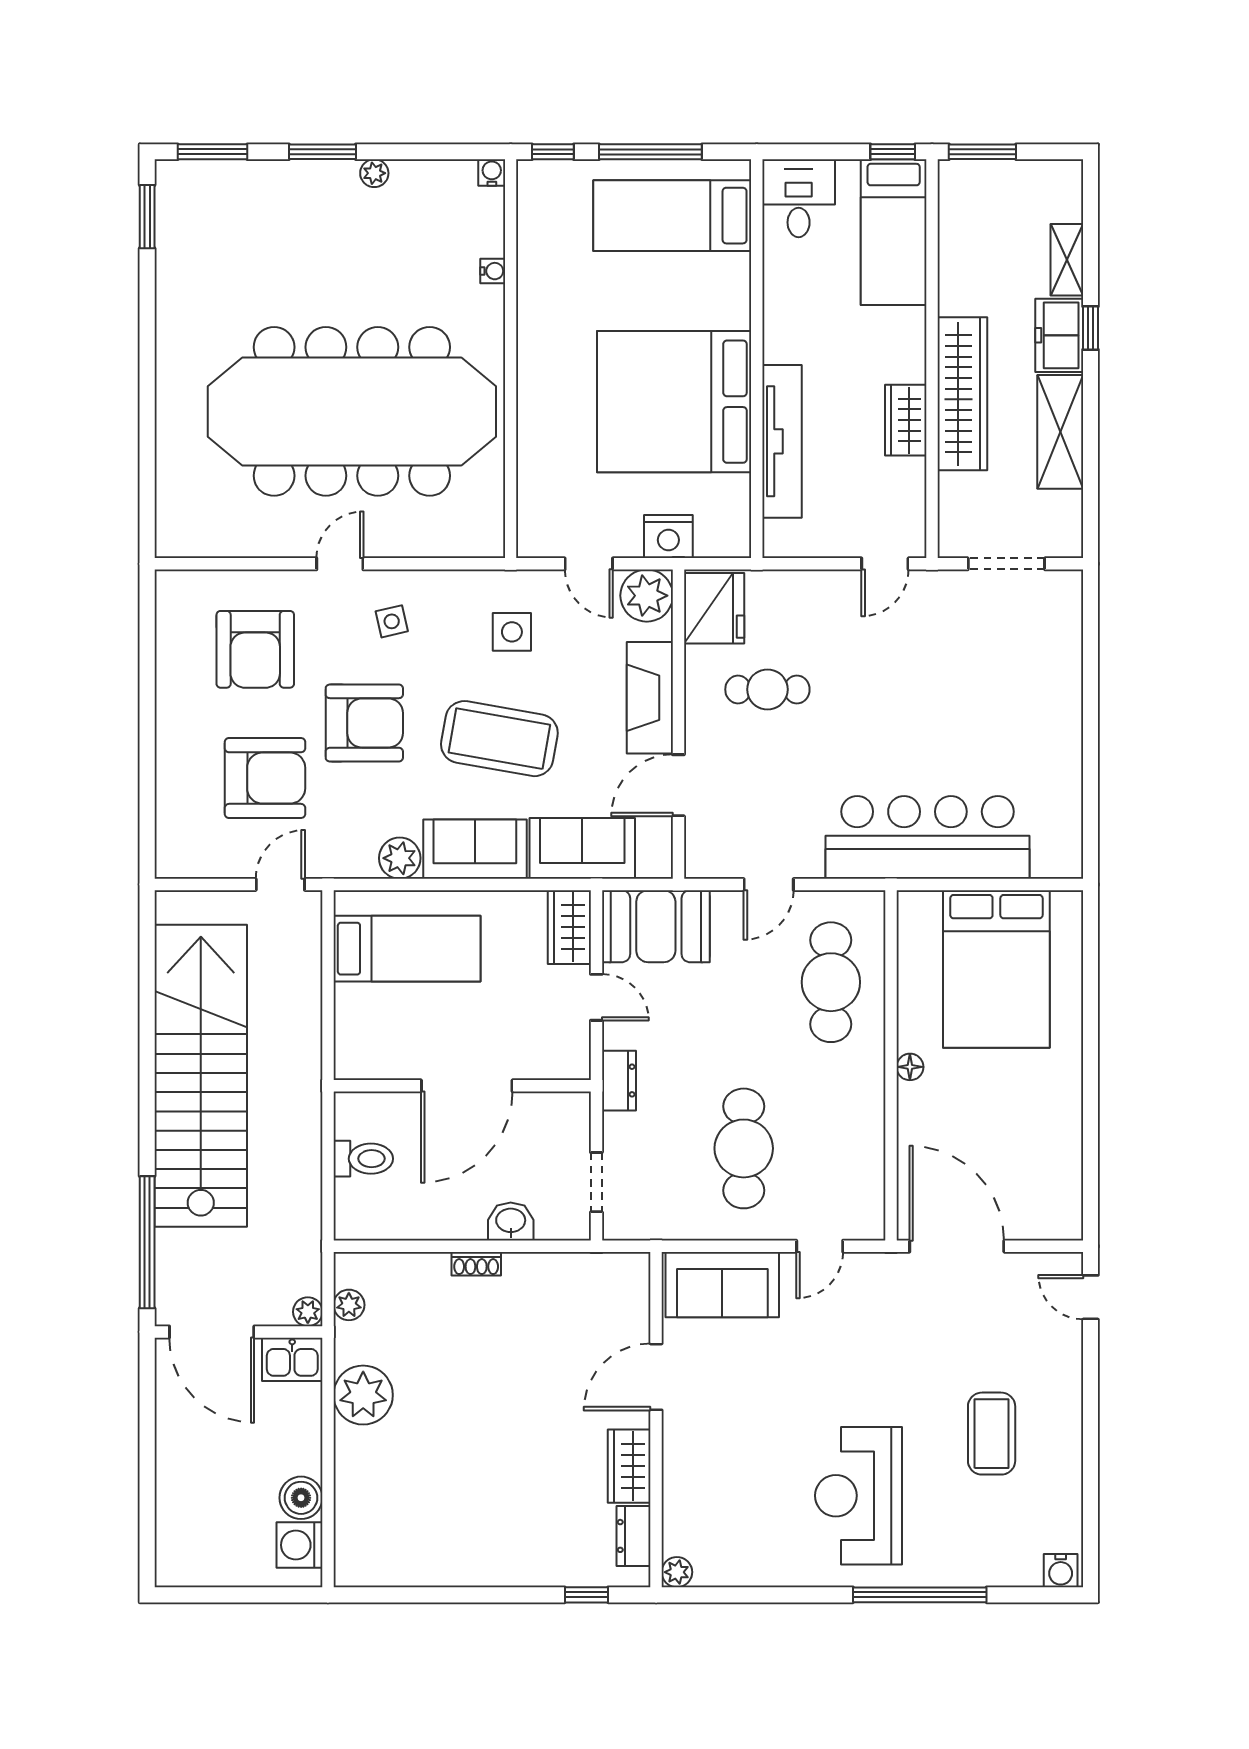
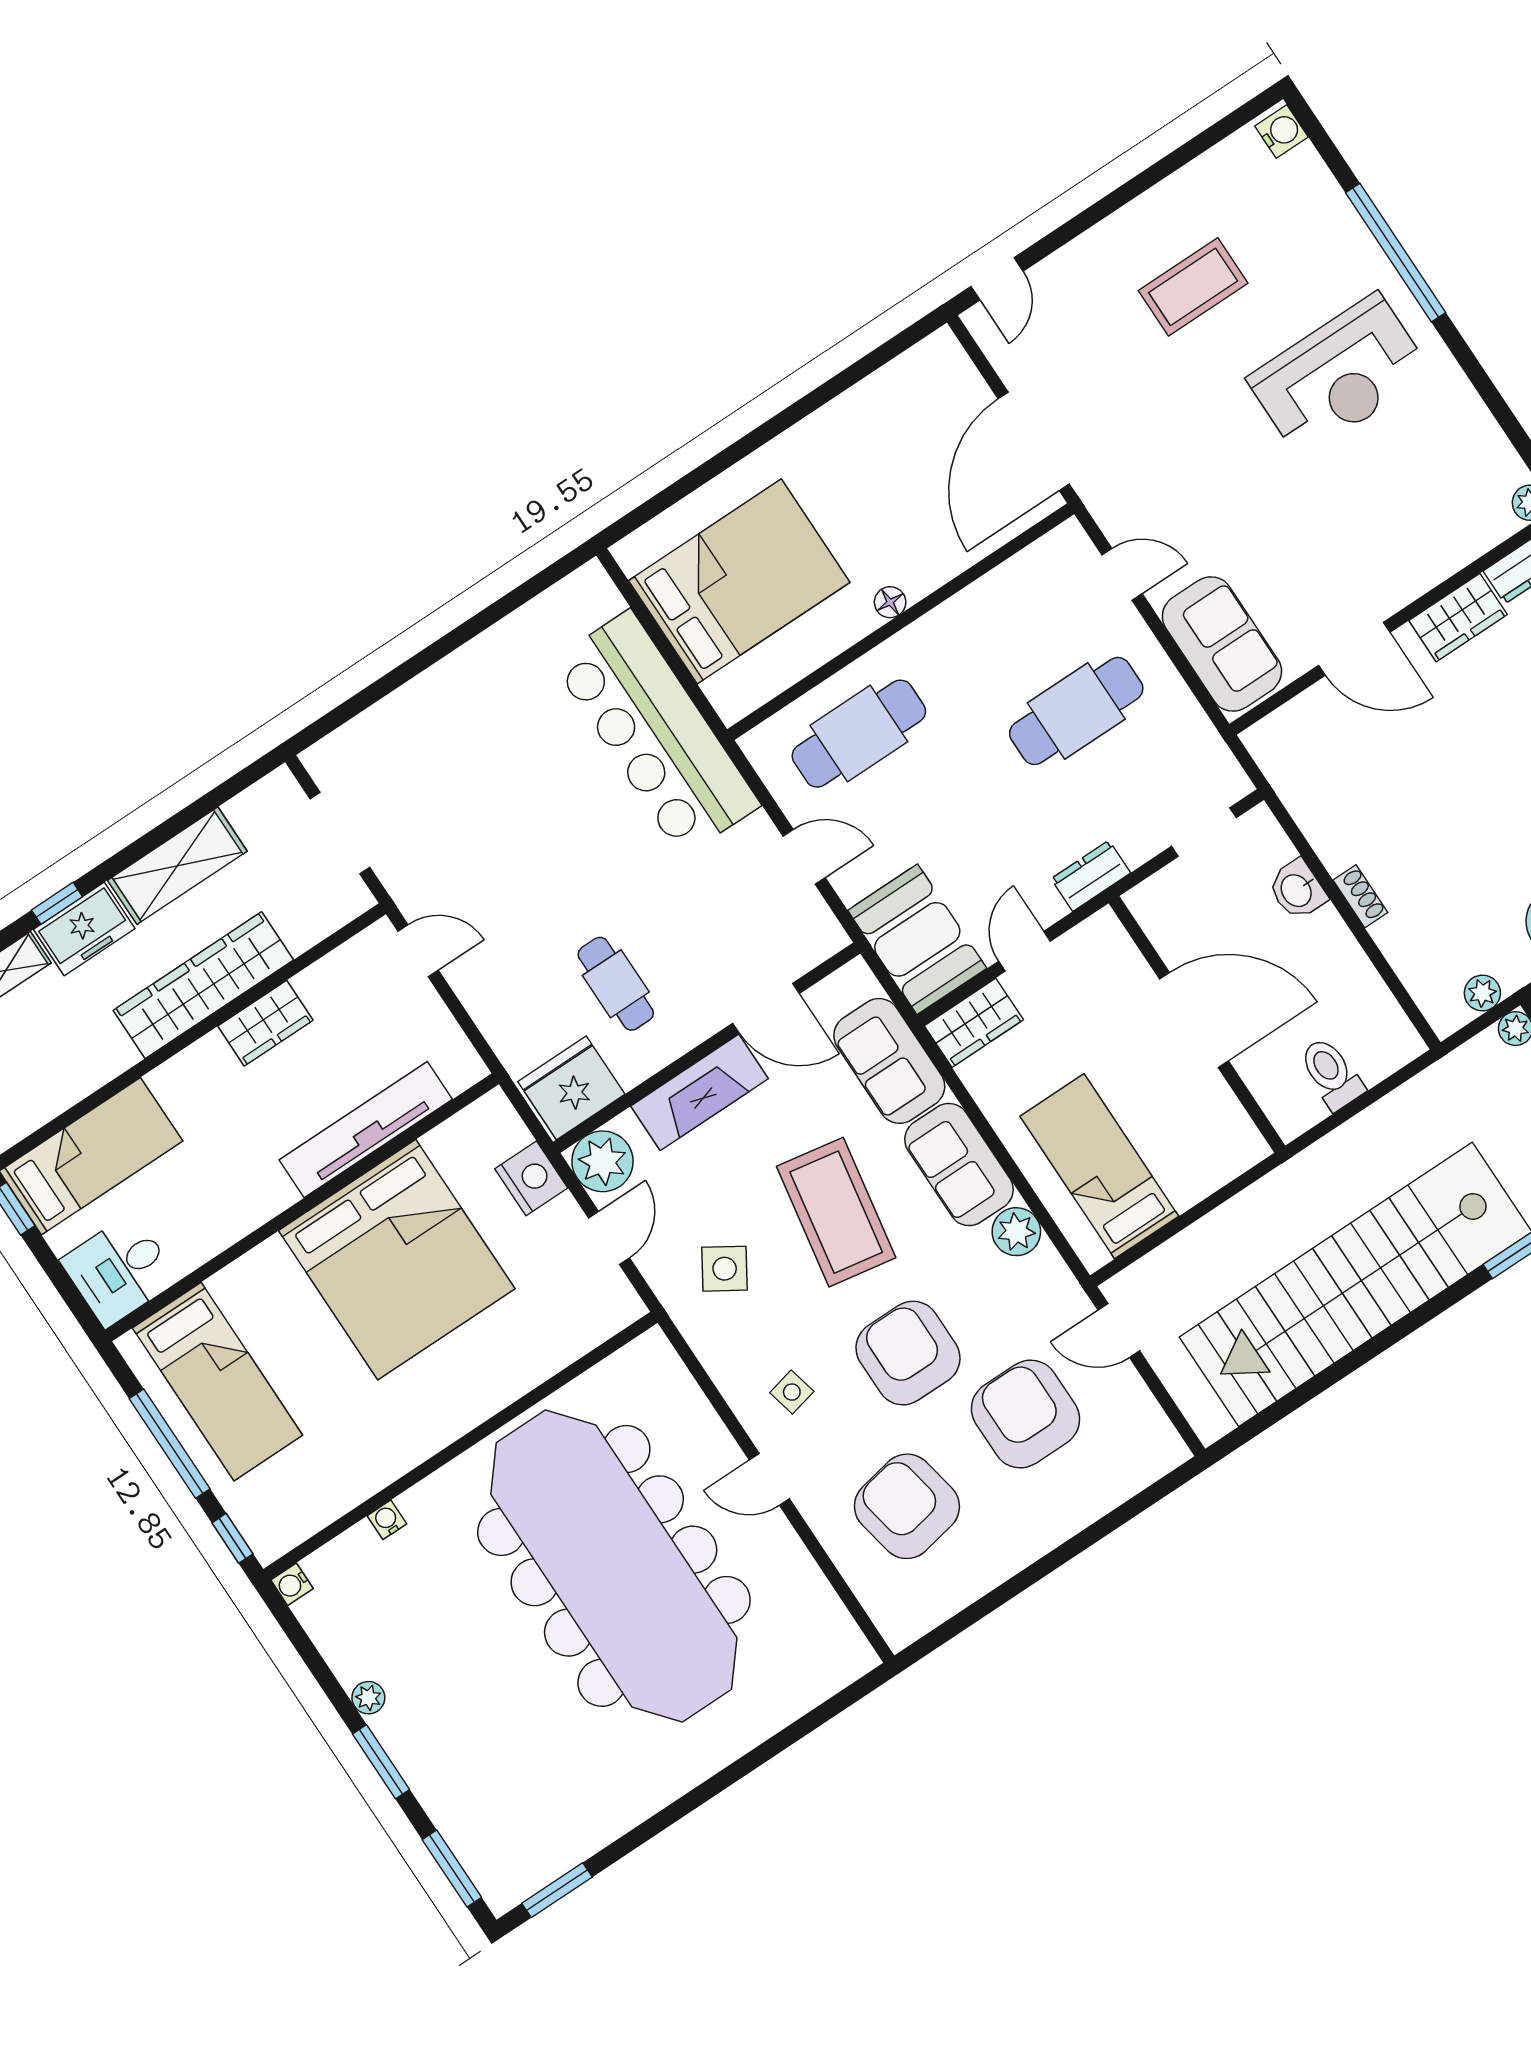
side table: (512, 632) -> (725, 1269), turned 32
armchair: (255, 649) -> (907, 1506), turned -101

